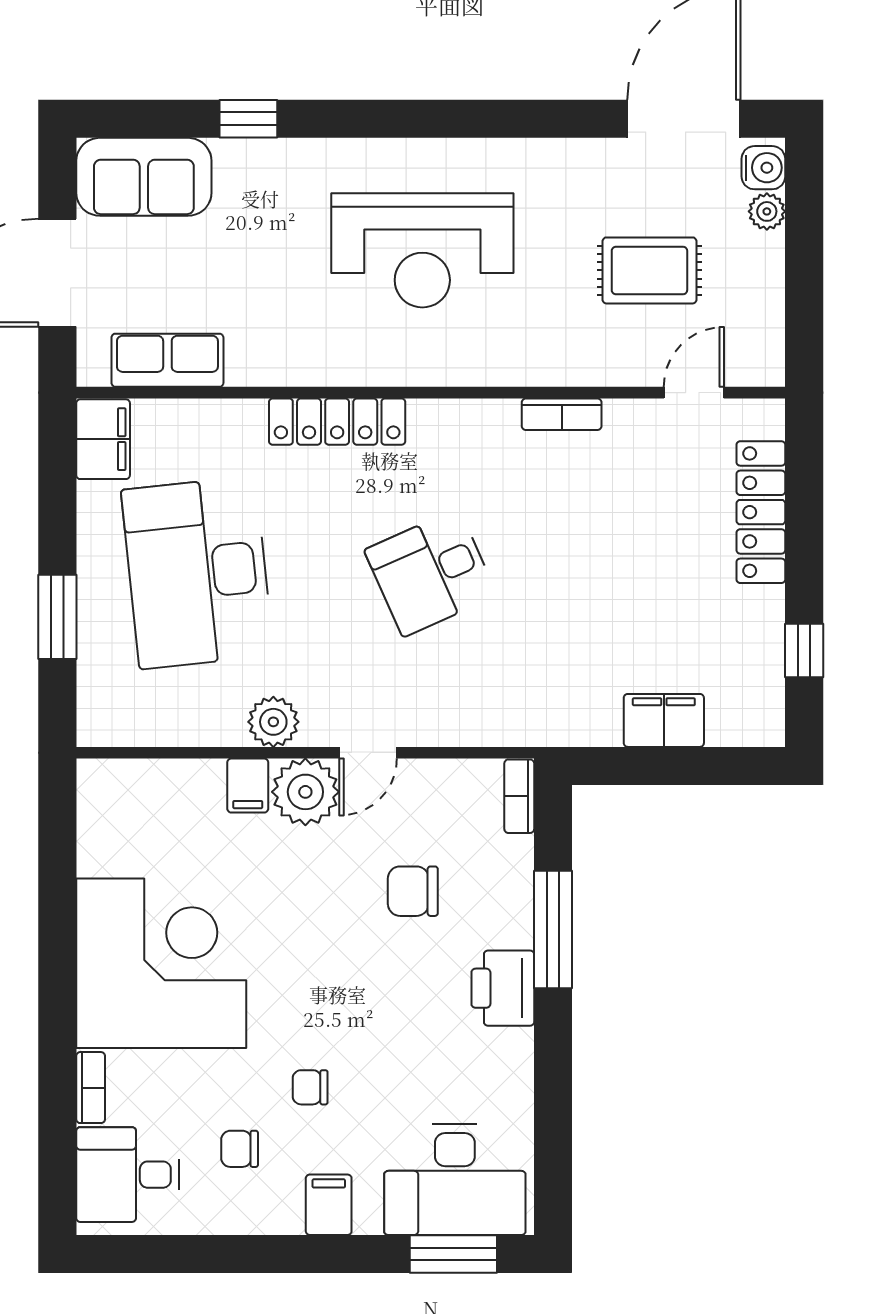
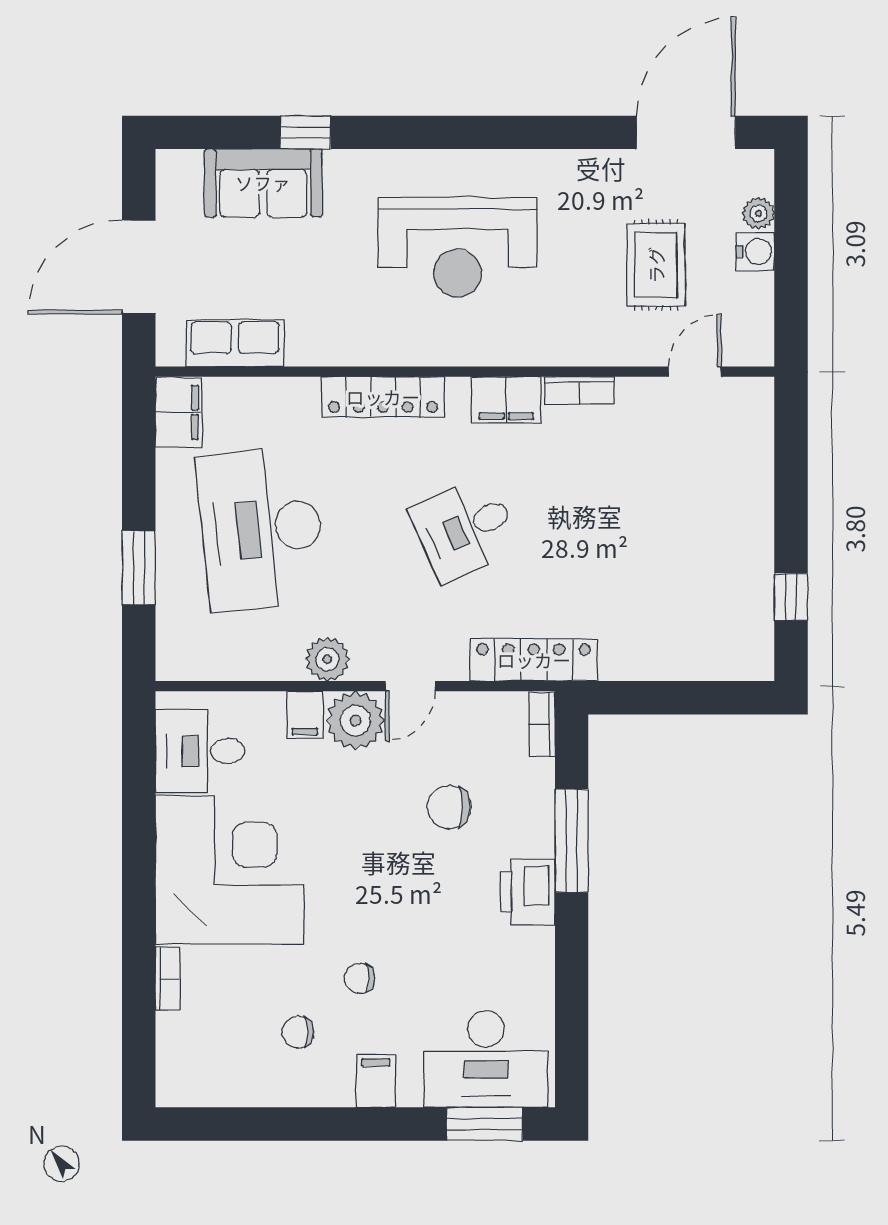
water cooler: (763, 168) -> (755, 252), moved
sofa: (144, 177) -> (263, 183), moved
rug: (649, 270) -> (656, 265), turned 90
locker: (761, 512) -> (534, 660), moved, turned 90
filing cabinet: (664, 720) -> (506, 400), moved, turned 180
desk: (128, 1175) -> (200, 751), moved

